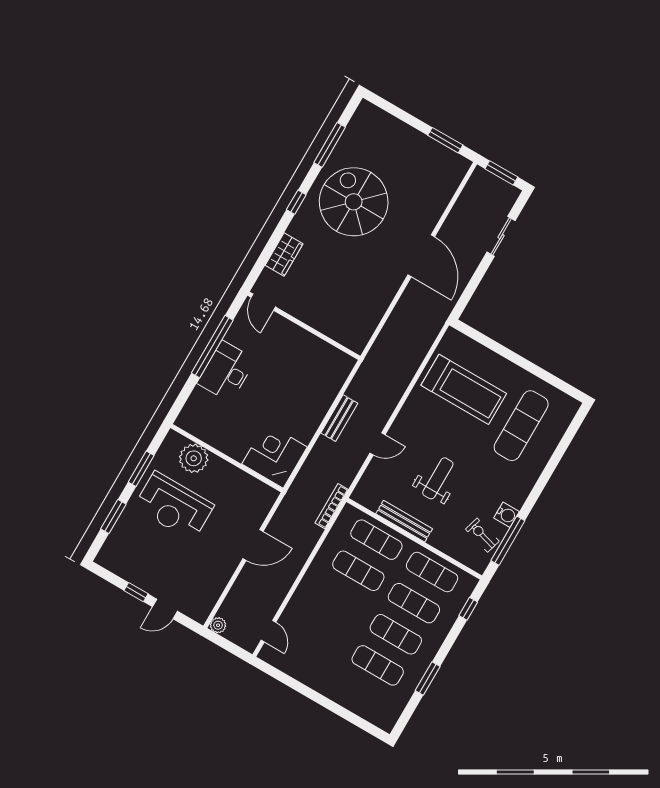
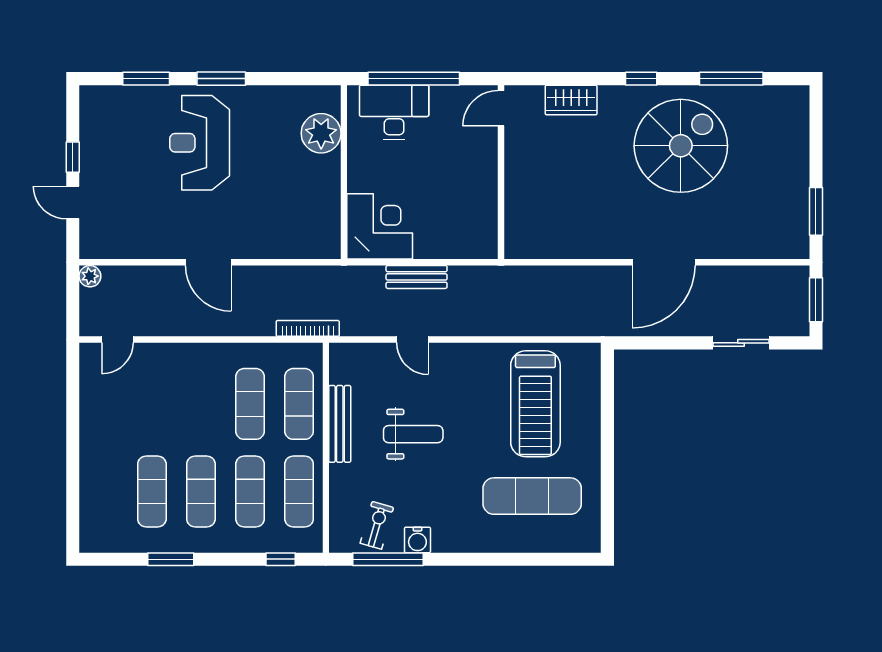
corner desk: (275, 456) -> (380, 226), moved
plant: (194, 458) -> (321, 133), moved
wall: (227, 458) -> (344, 172), moved

